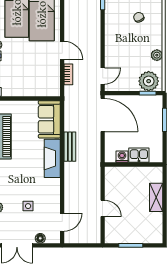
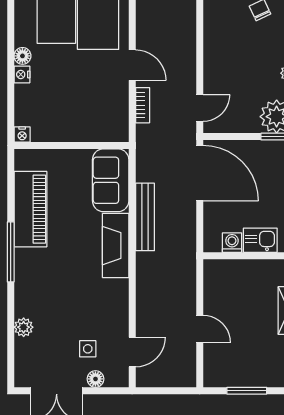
bench: (70, 147) -> (145, 217), width x1.36
side table: (28, 206) -> (88, 349), moved

